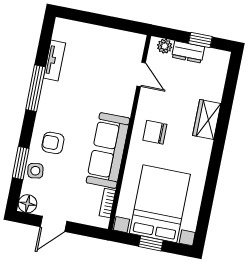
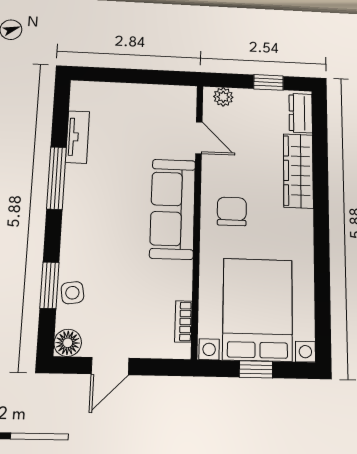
dresser: (188, 52) -> (301, 113), moved, turned 90
wardrobe: (207, 119) -> (298, 171), width x1.50
chair: (155, 132) -> (232, 211), turned 90
armchair: (53, 143) -> (92, 249), removed
sofa: (108, 150) -> (173, 209), moved

